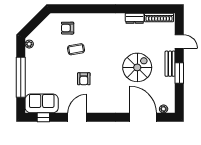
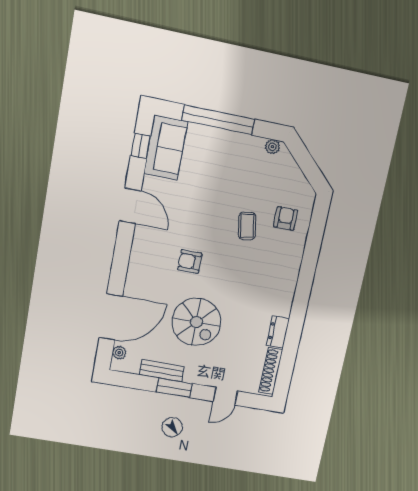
bench: (170, 64) -> (162, 371), moved
armchair: (84, 79) -> (190, 262), moved

